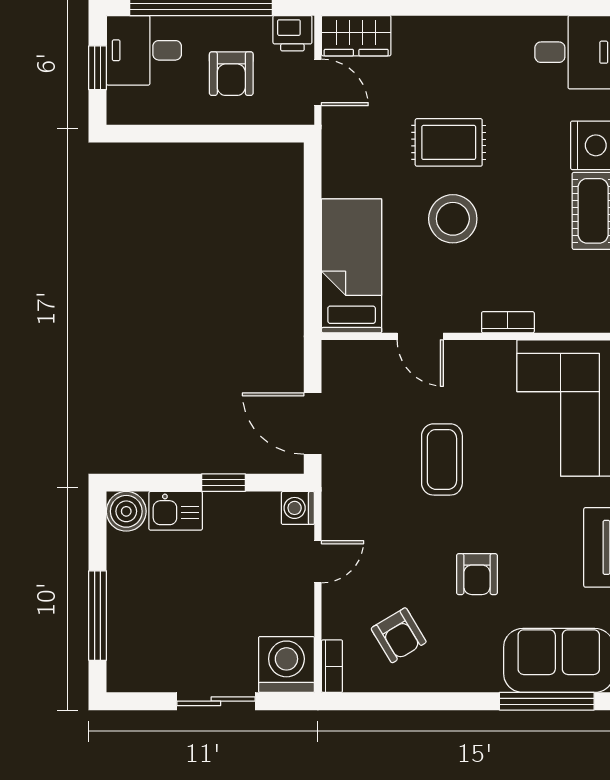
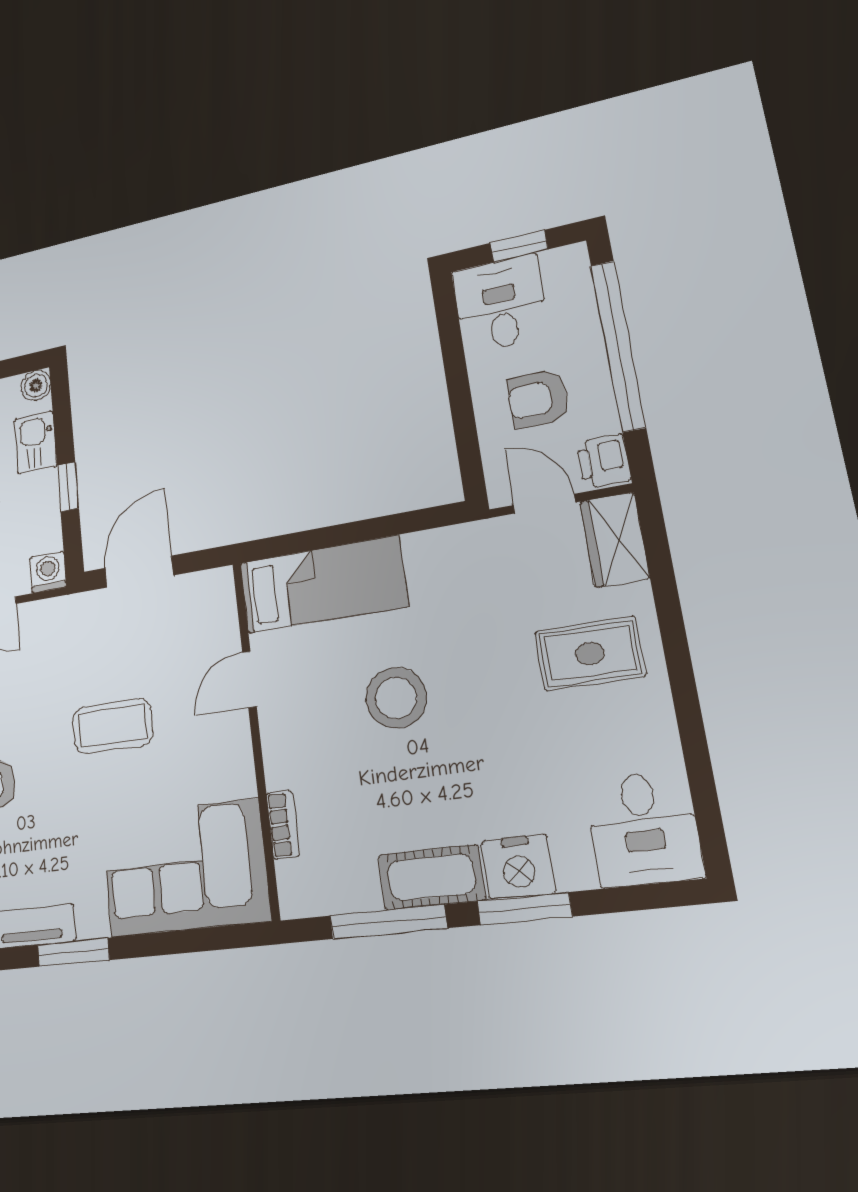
desk: (144, 50) -> (500, 304), moved
door: (318, 82) -> (544, 504), swing flipped
rug: (449, 142) -> (590, 653), moved, turned 90
bookcase: (508, 322) -> (283, 825), moved
boiler: (126, 511) -> (36, 385), width x0.73, depth x0.73

